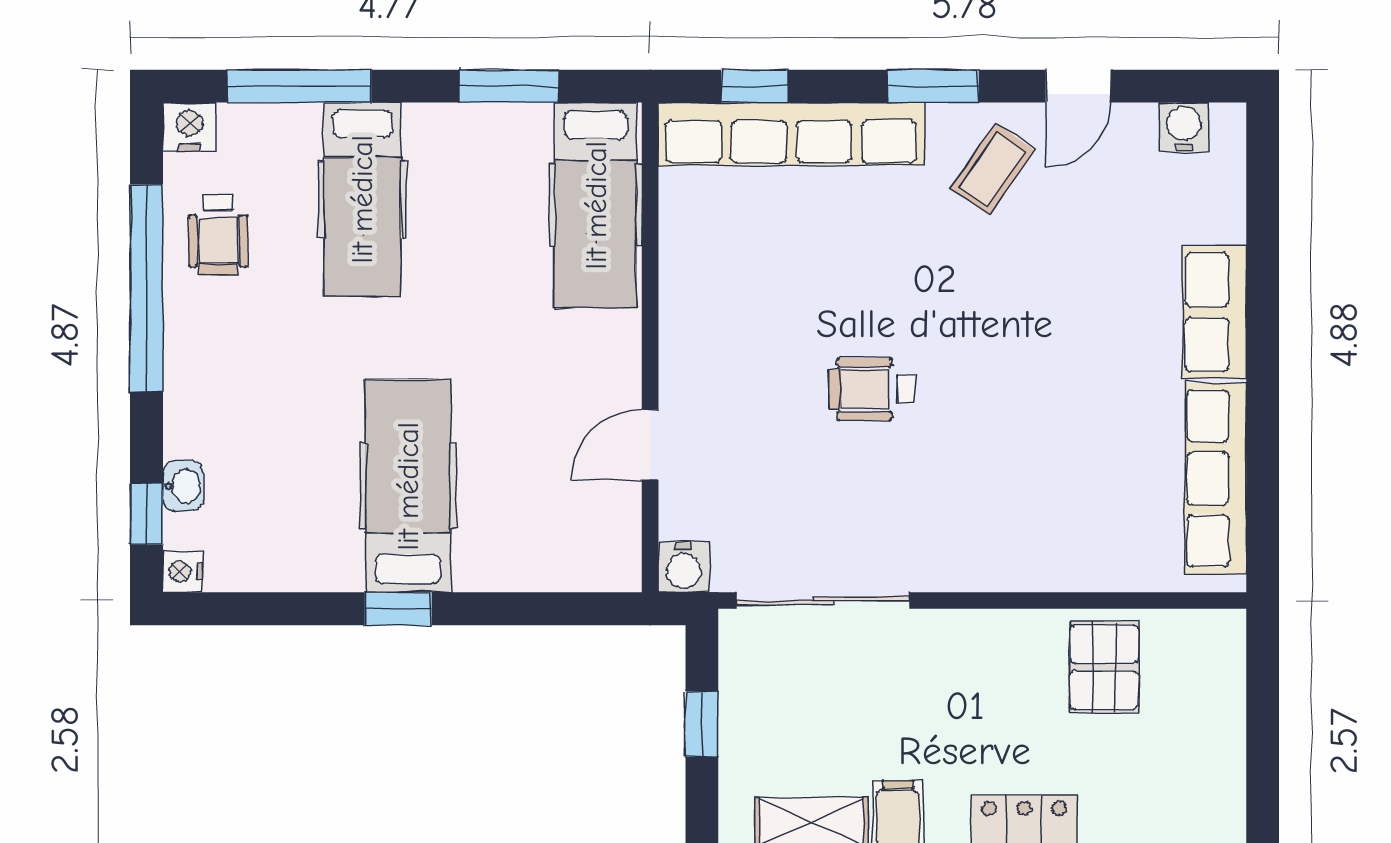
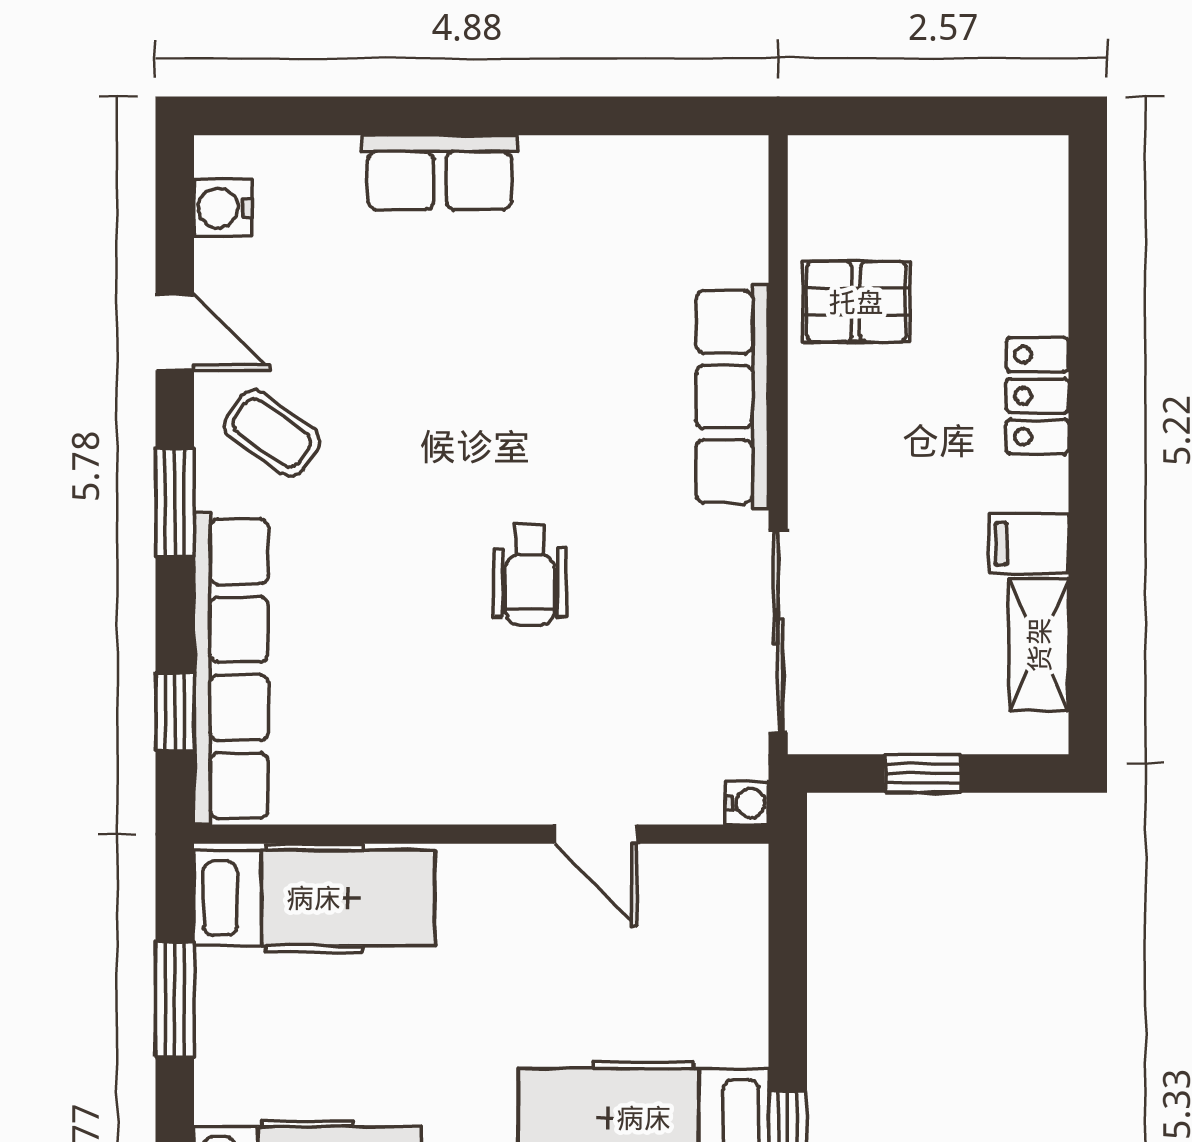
row of seats: (1215, 478) -> (732, 397), moved, turned 90
water cooler: (684, 567) -> (747, 803), width x0.72, depth x0.72

